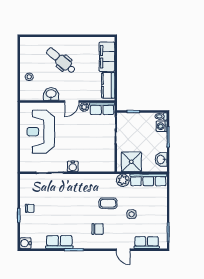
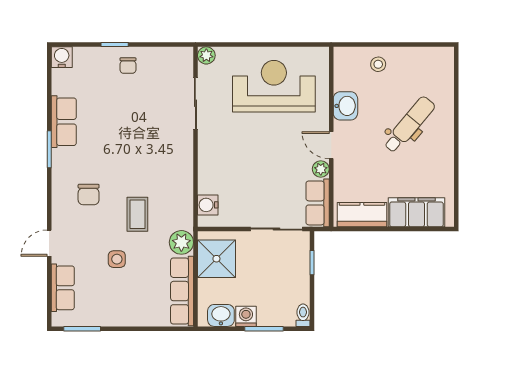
washing machine: (162, 126) -> (246, 316), moved
water cooler: (73, 166) -> (208, 205), moved
plant: (25, 167) -> (206, 55), added

